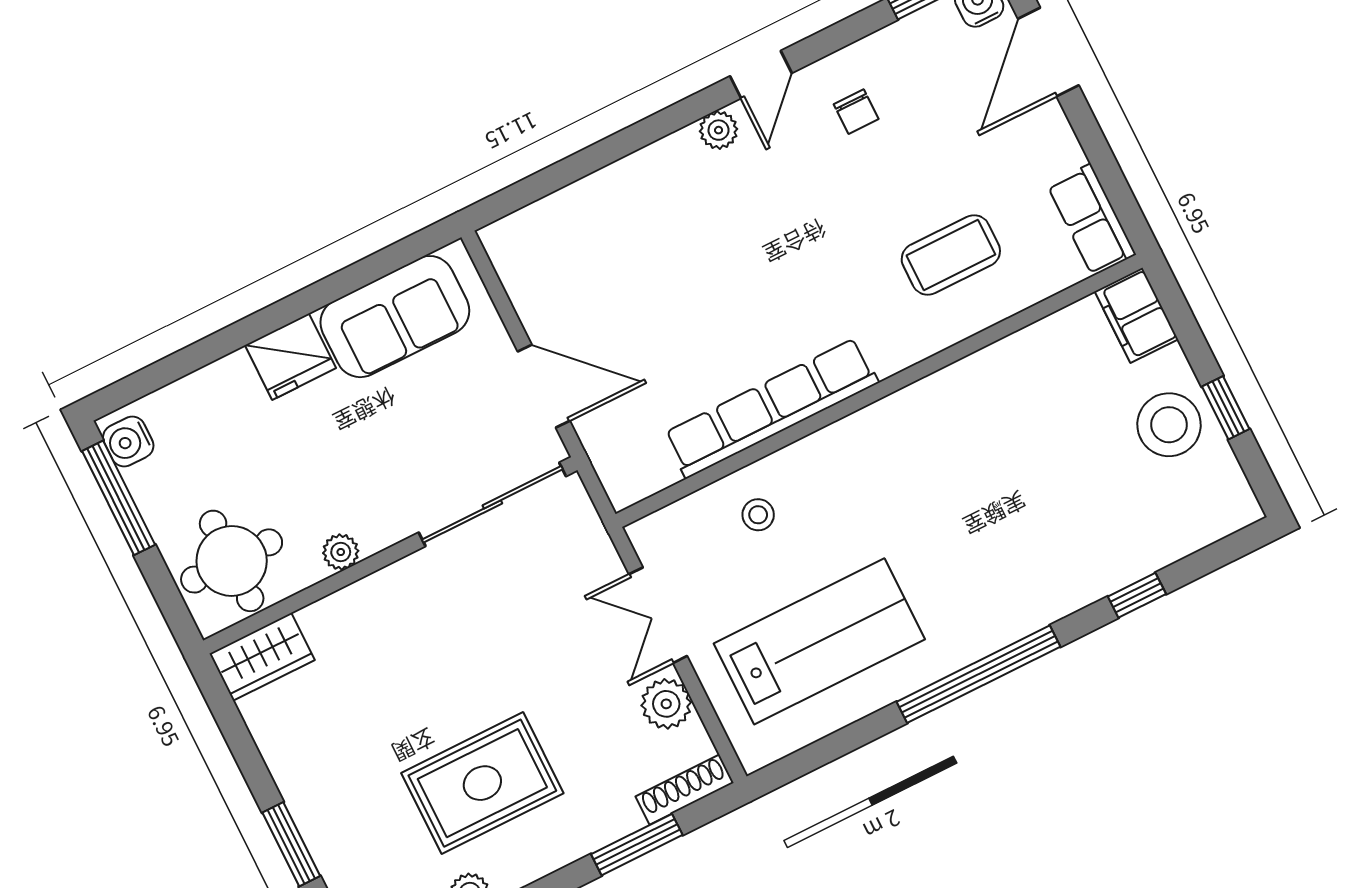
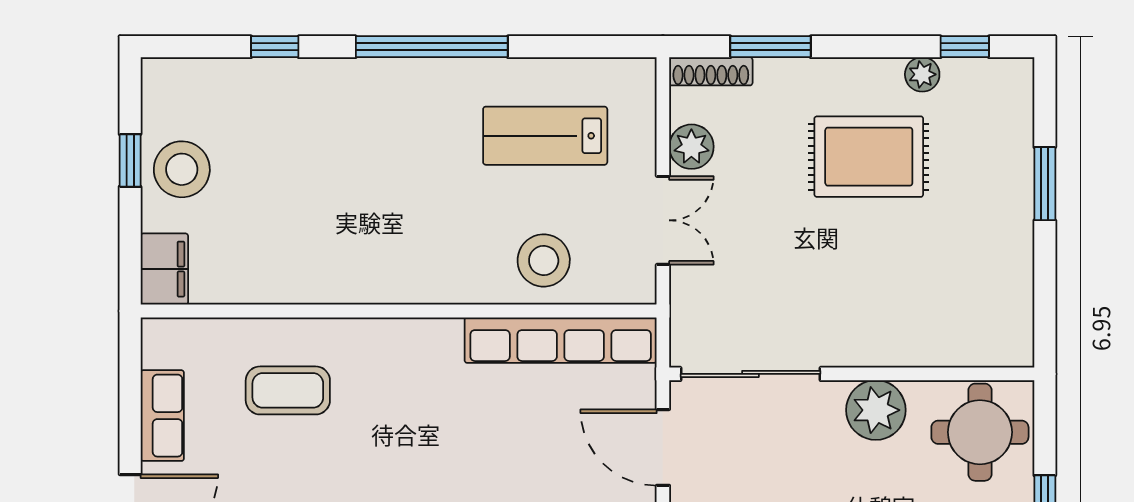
row of seats: (1091, 220) -> (162, 416), moved
row of seats: (771, 408) -> (561, 340), moved
stool: (758, 515) -> (544, 260), width x1.89, depth x1.89
plant: (341, 552) -> (876, 410), width x1.88, depth x1.88
lab bench: (819, 641) -> (545, 136), width x0.73, depth x0.72
wardrobe: (262, 657) -> (994, 344), removed

